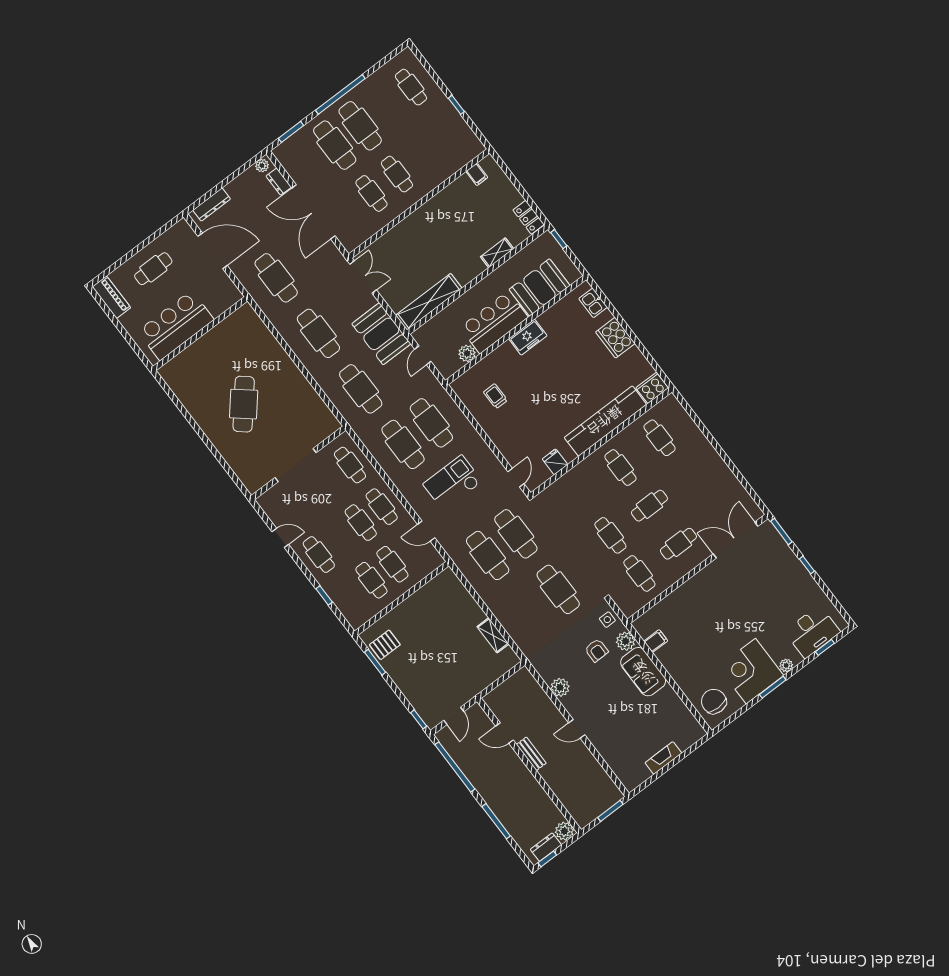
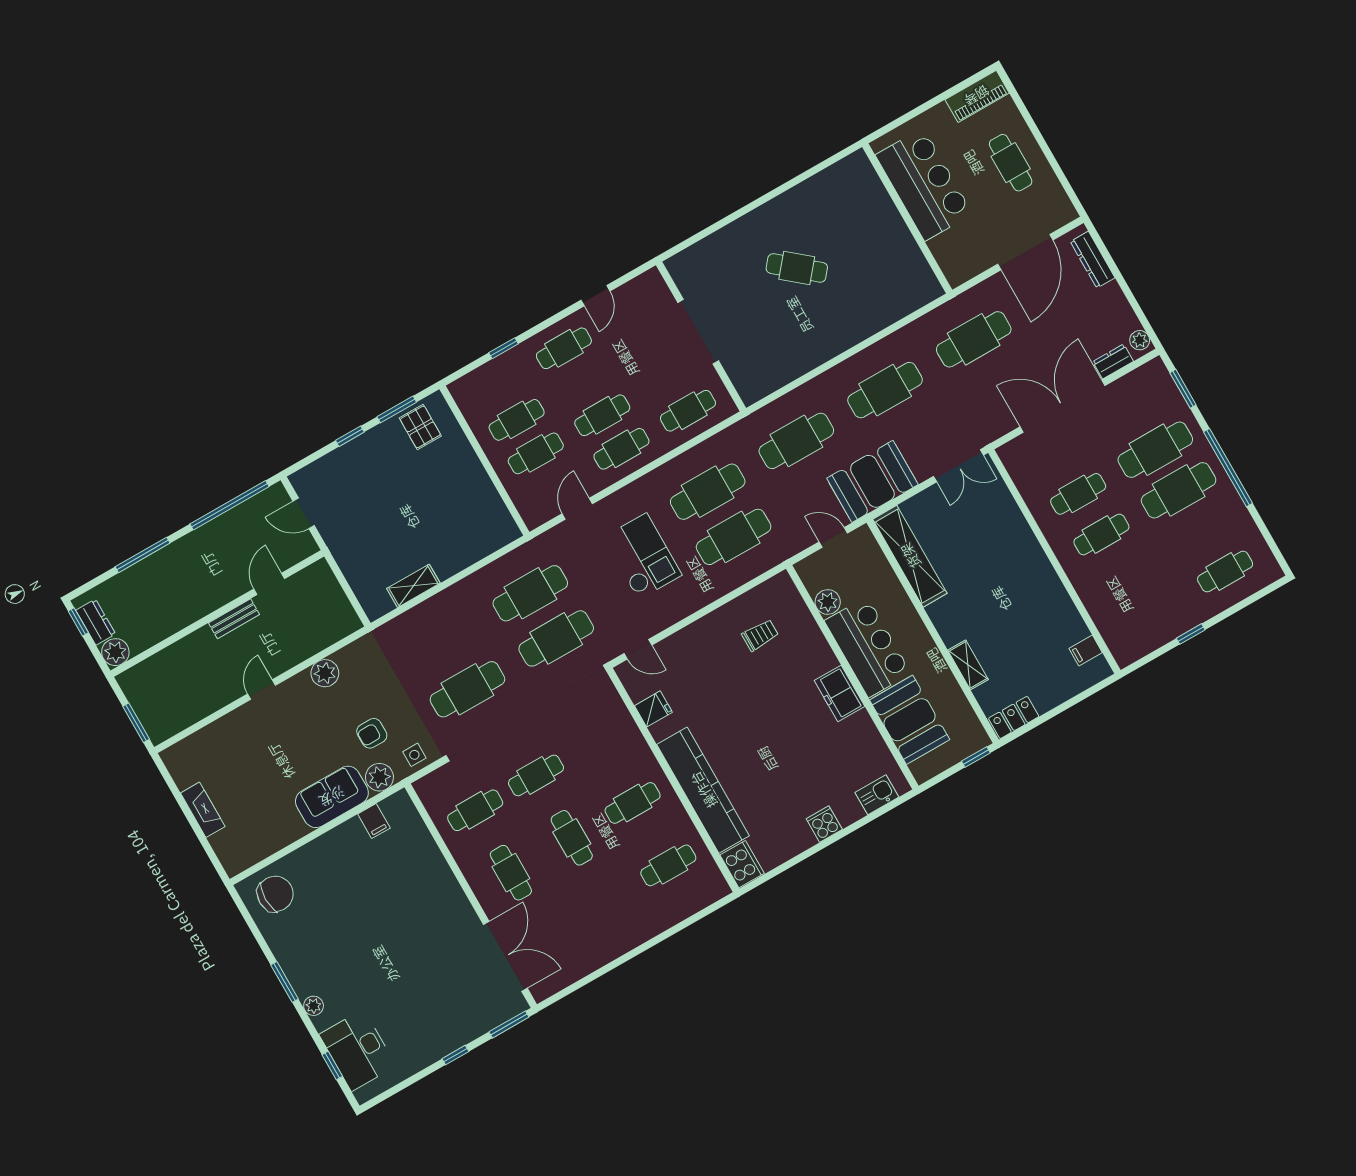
cooker: (615, 338) -> (824, 824), width x0.53, depth x0.76
cafe table: (244, 404) -> (797, 268), width x0.73, depth x0.74
corner desk: (751, 671) -> (312, 953), removed
window: (419, 719) -> (350, 436), moved

